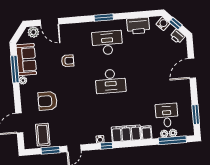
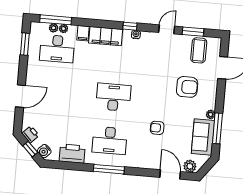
window: (104, 18) -> (109, 169), width x1.44
desk: (167, 115) -> (57, 49), width x1.37

